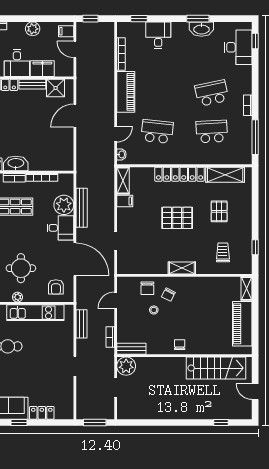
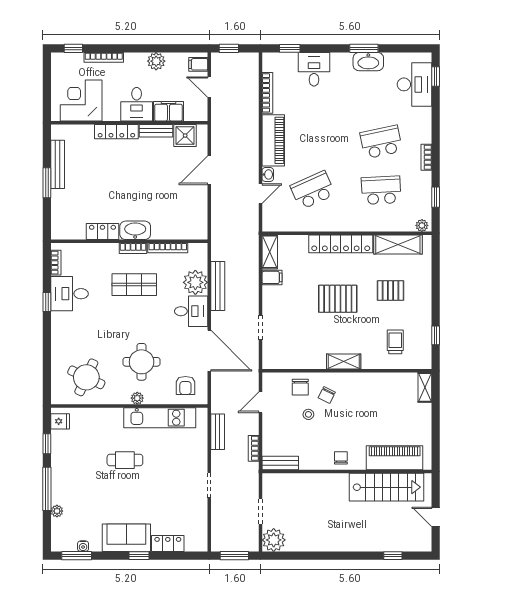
school desk: (157, 131) -> (313, 190), turned -30
window: (255, 137) -> (436, 197), width x0.46
washbasin: (121, 154) -> (268, 174), moved
plant: (244, 160) -> (422, 225), added
pallet: (219, 211) -> (390, 291), turned 90
piano: (242, 324) -> (395, 458), moved, turned 90
plant: (126, 366) -> (274, 540), moved

